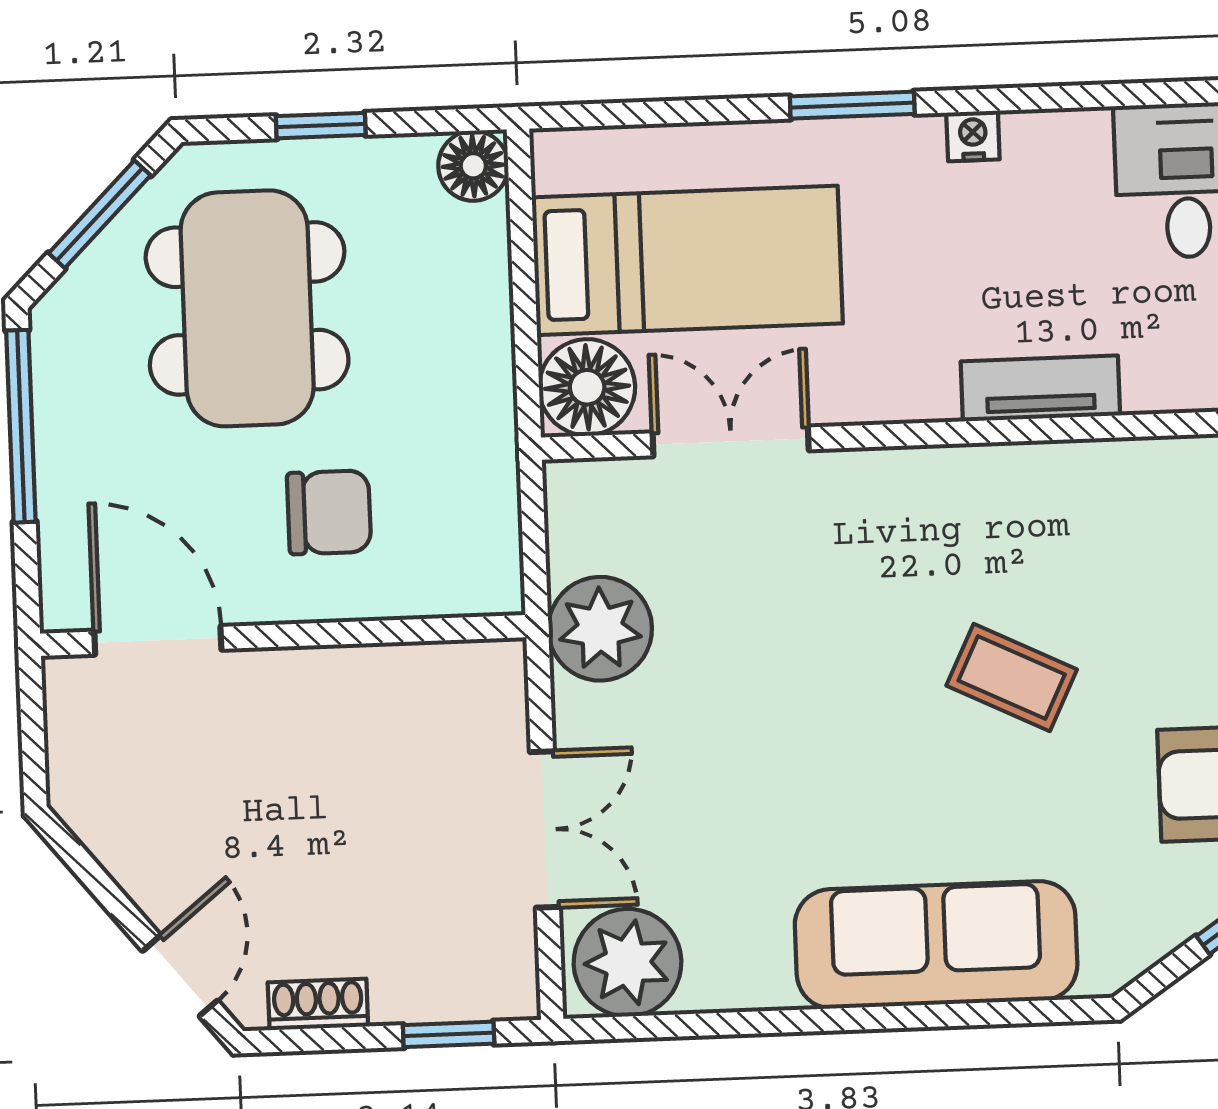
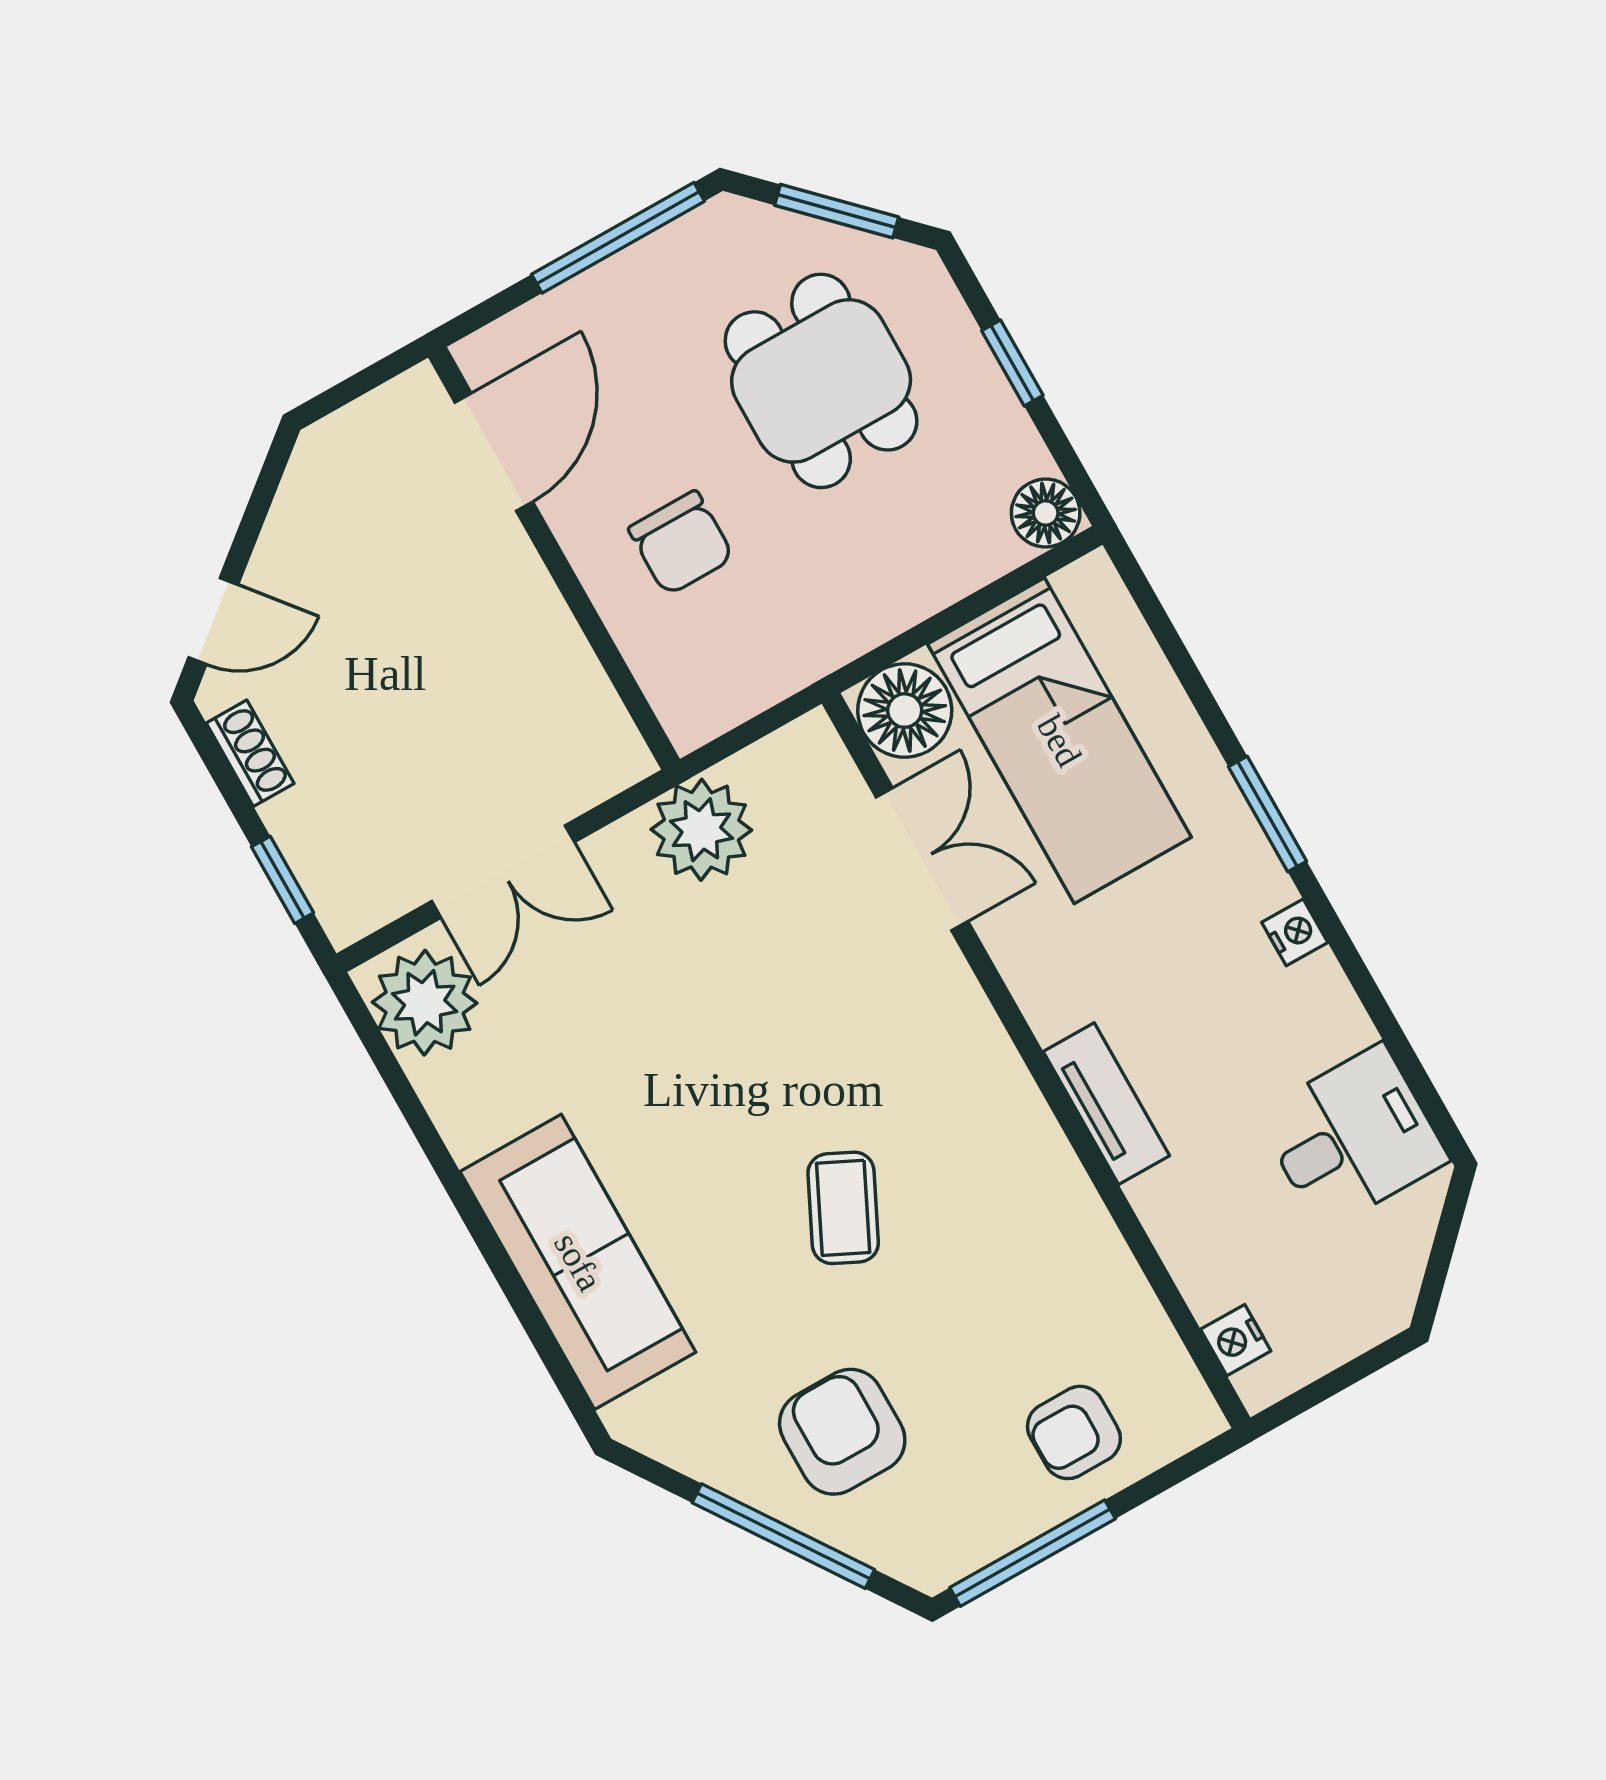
dining table: (247, 308) -> (821, 381), width x0.73

